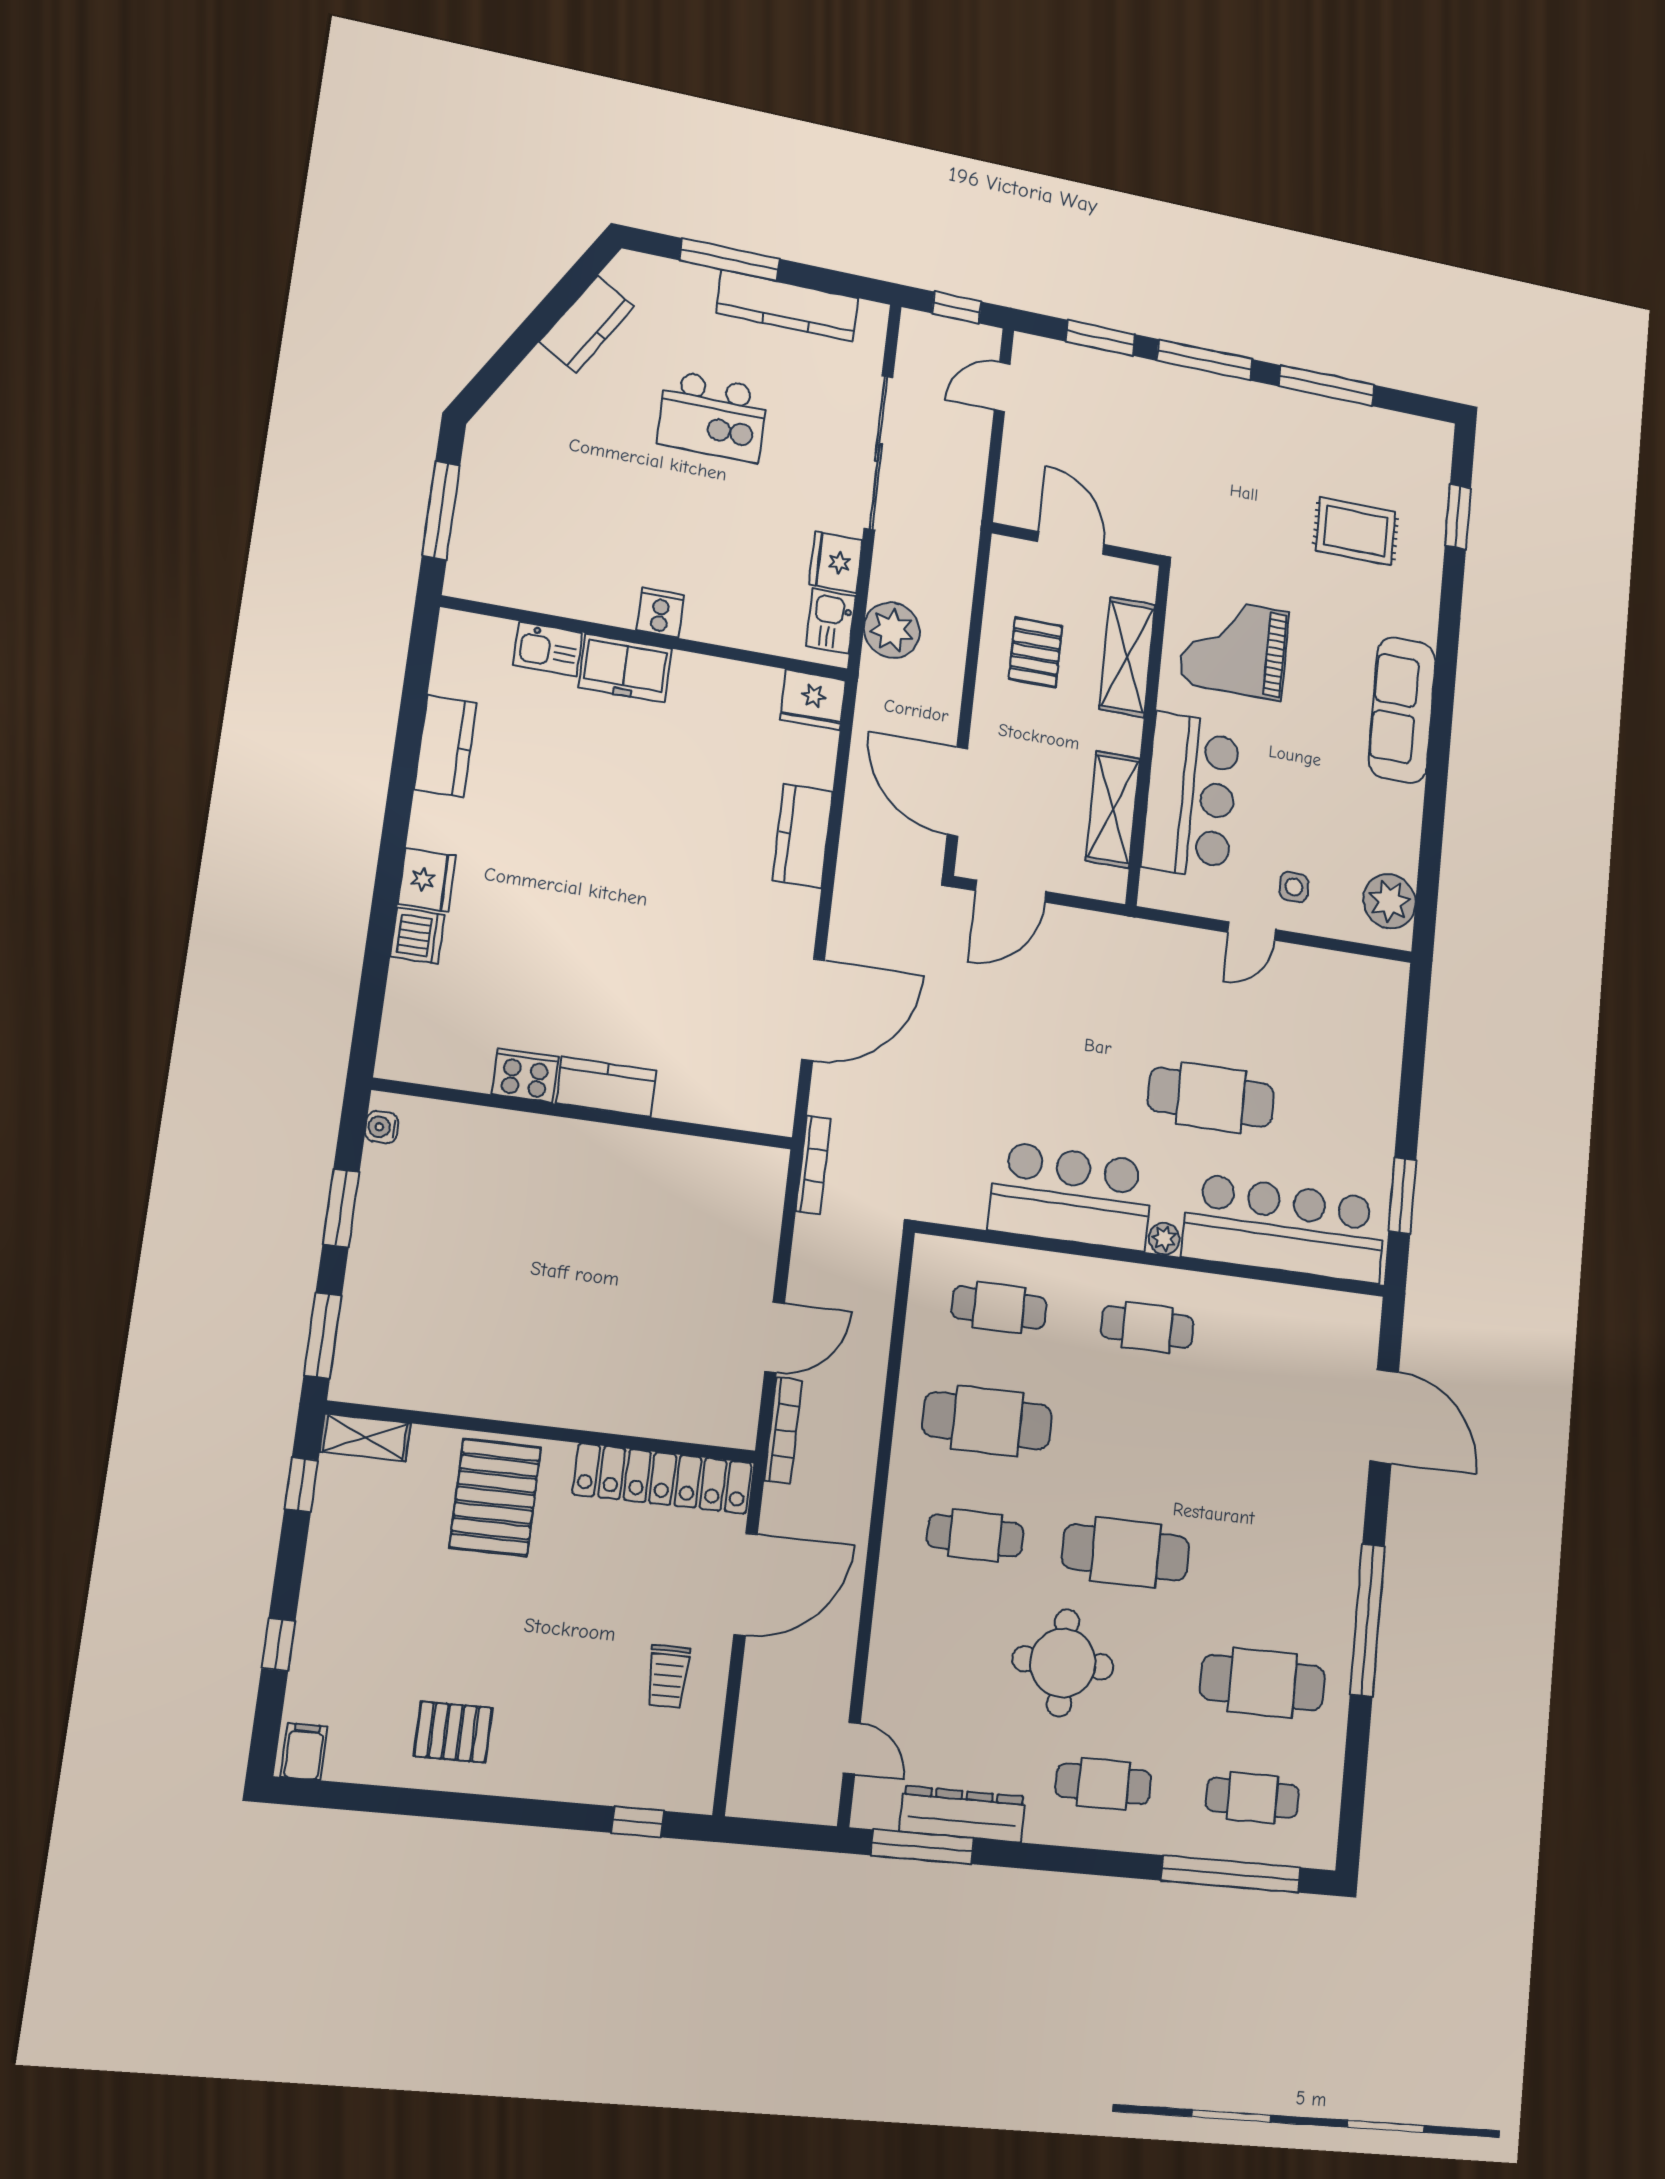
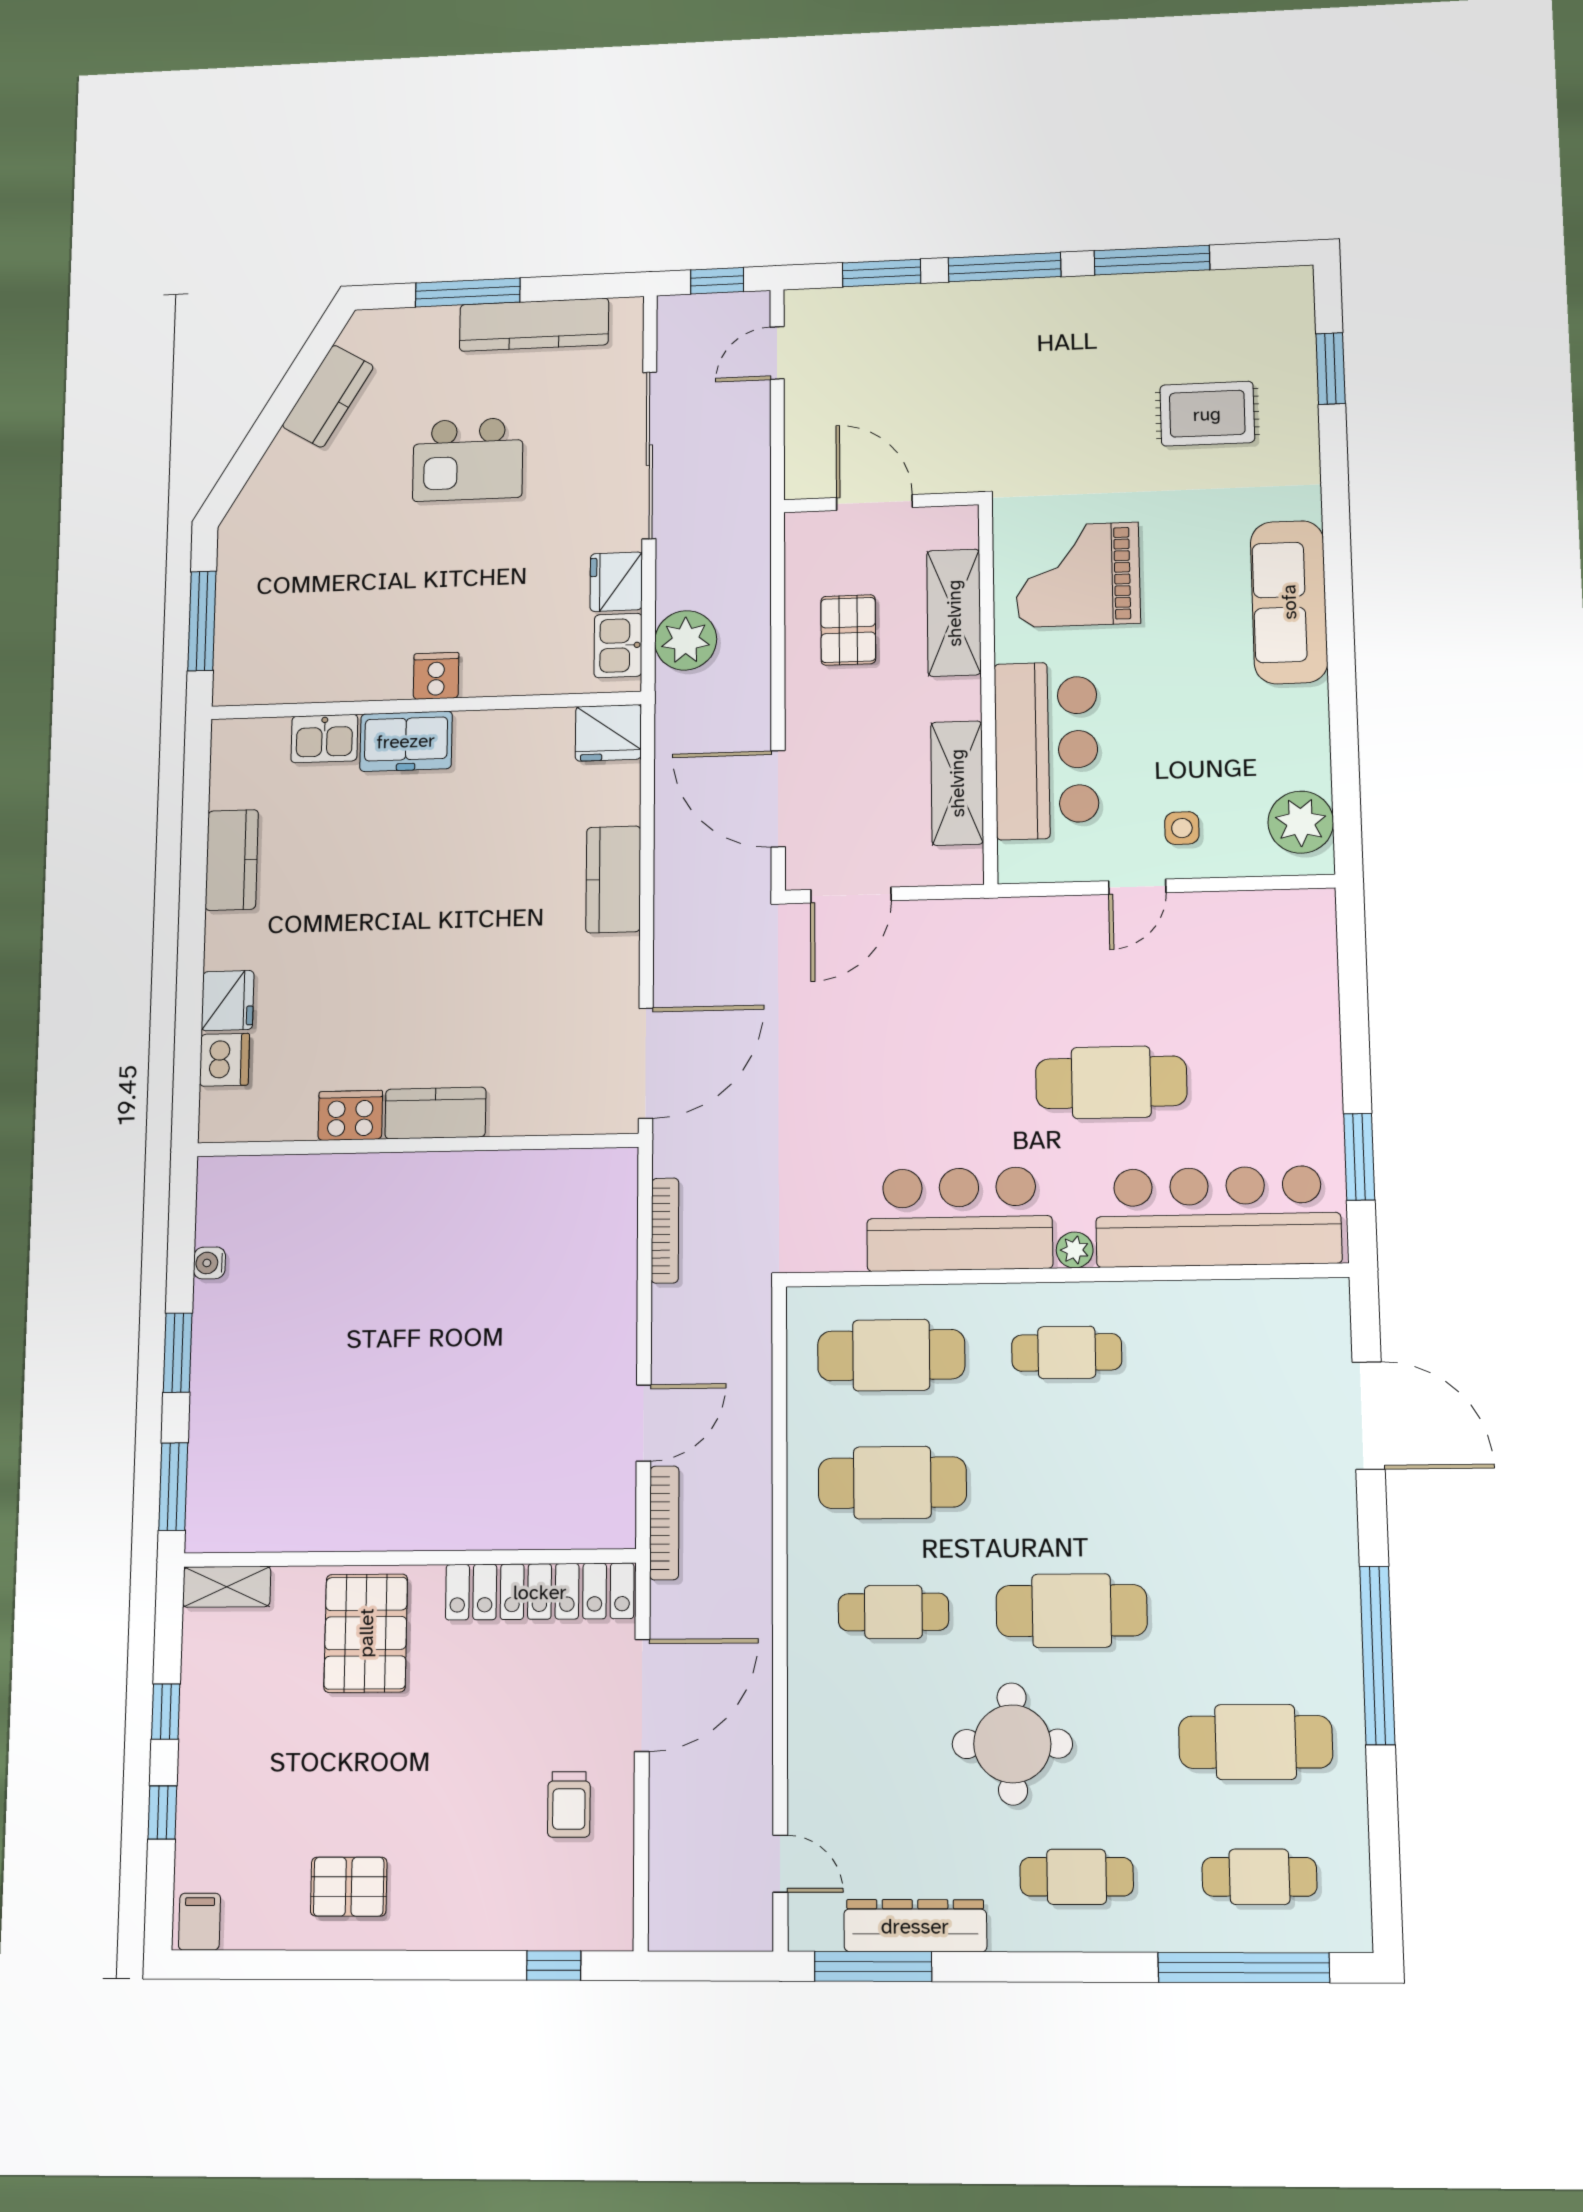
cooker: (525, 1075) -> (350, 1115), moved
kitchen counter: (606, 1087) -> (435, 1113), moved
wall: (585, 1114) -> (417, 1145), moved
cafe table: (999, 1308) -> (891, 1355), width x1.37, depth x1.35
window: (301, 1485) -> (166, 1712), moved

